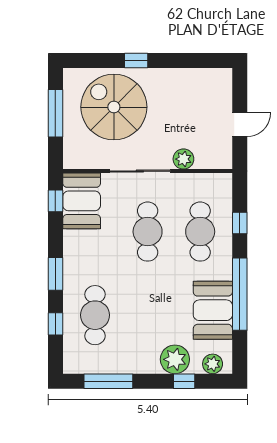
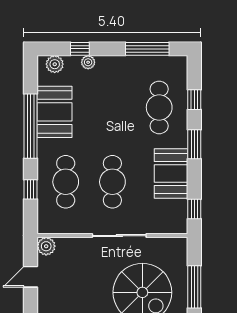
plant: (183, 159) -> (46, 246), moved
booth: (82, 201) -> (171, 173), moved
plant: (175, 359) -> (88, 62), width x0.53, depth x0.53

